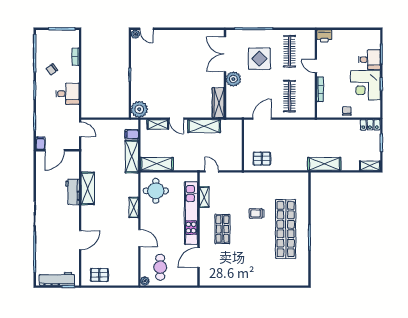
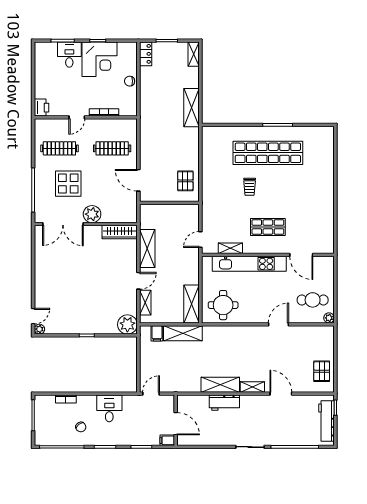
shelving: (134, 207) -> (252, 387), moved

